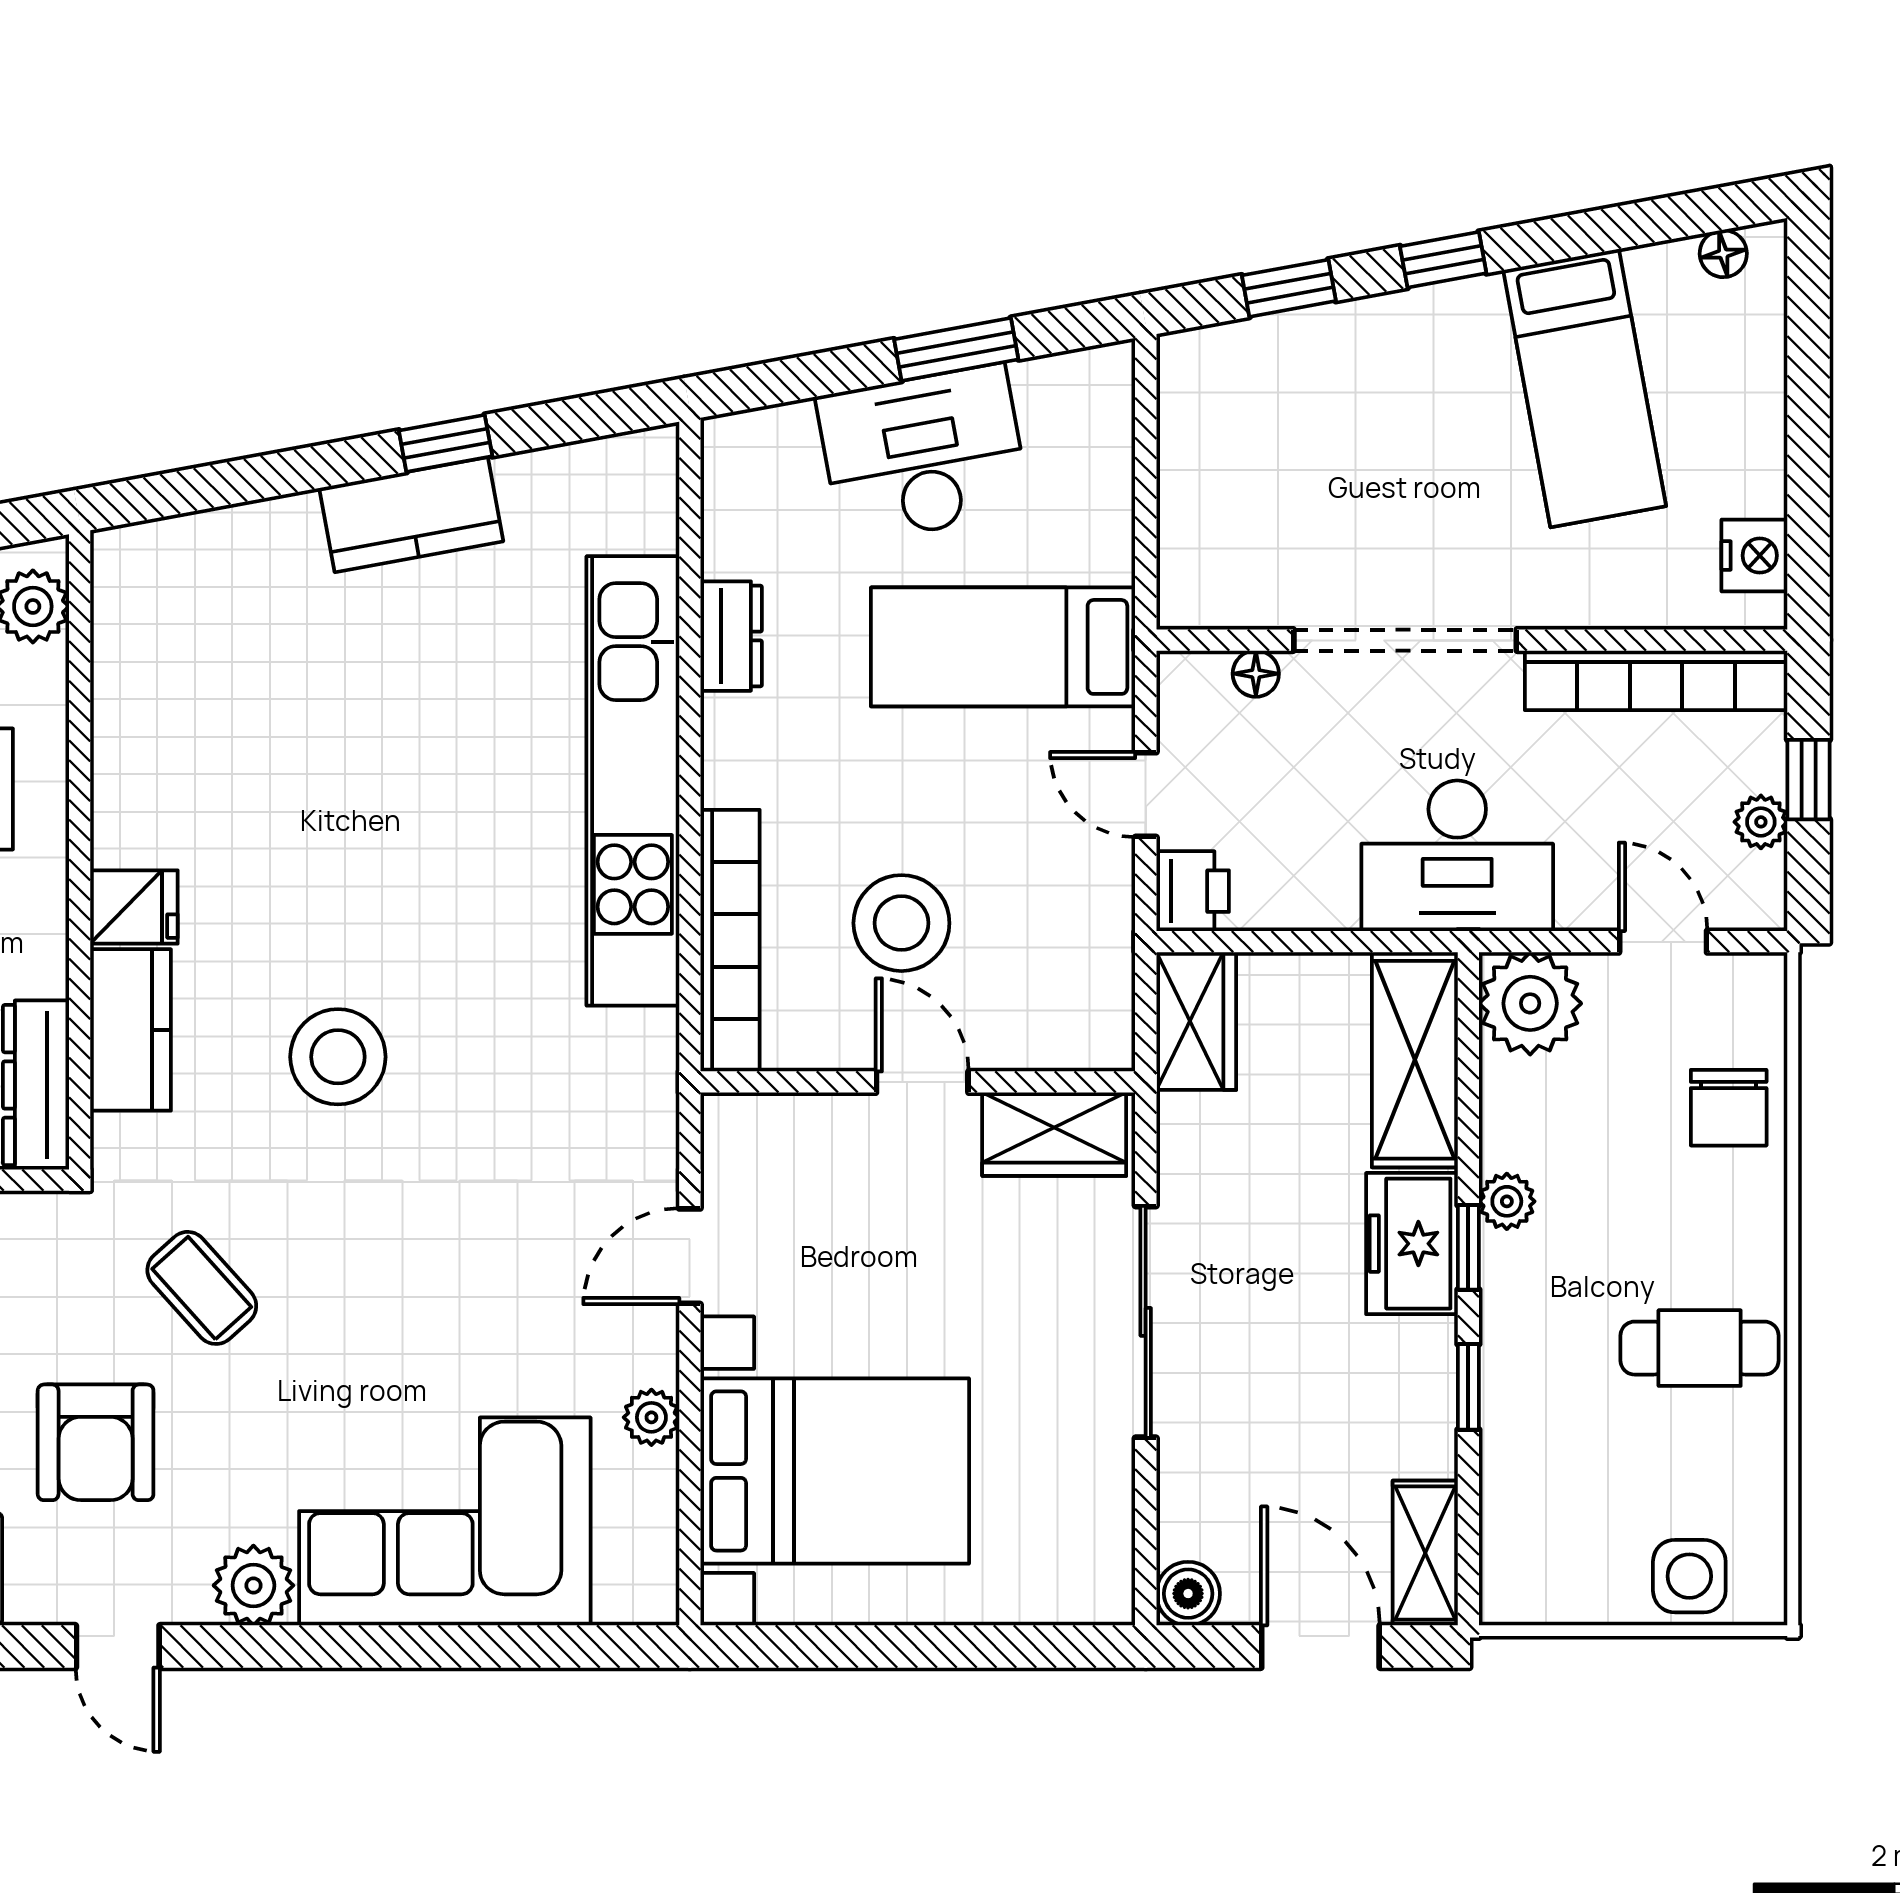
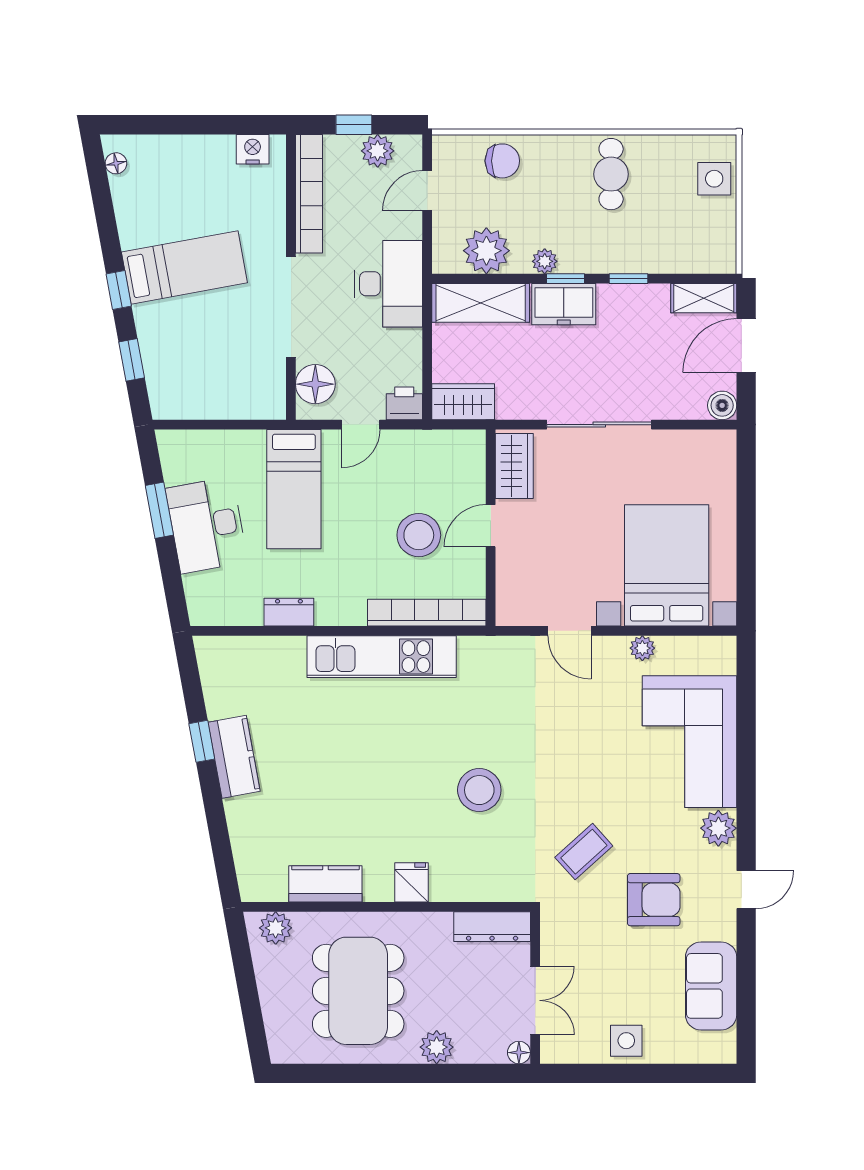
bed: (1585, 388) -> (184, 267), moved
floor lamp: (1256, 674) -> (315, 384), width x1.89, depth x1.89
kitchen unit: (633, 781) -> (382, 657), width x0.73
plant: (1761, 822) -> (378, 151), width x1.38, depth x1.38
plant: (1530, 1003) -> (486, 251), moved
kitchen counter: (131, 1030) -> (325, 884), moved

